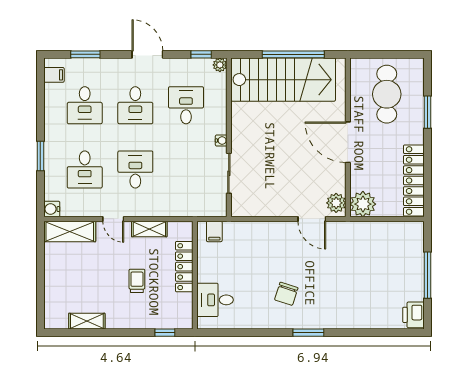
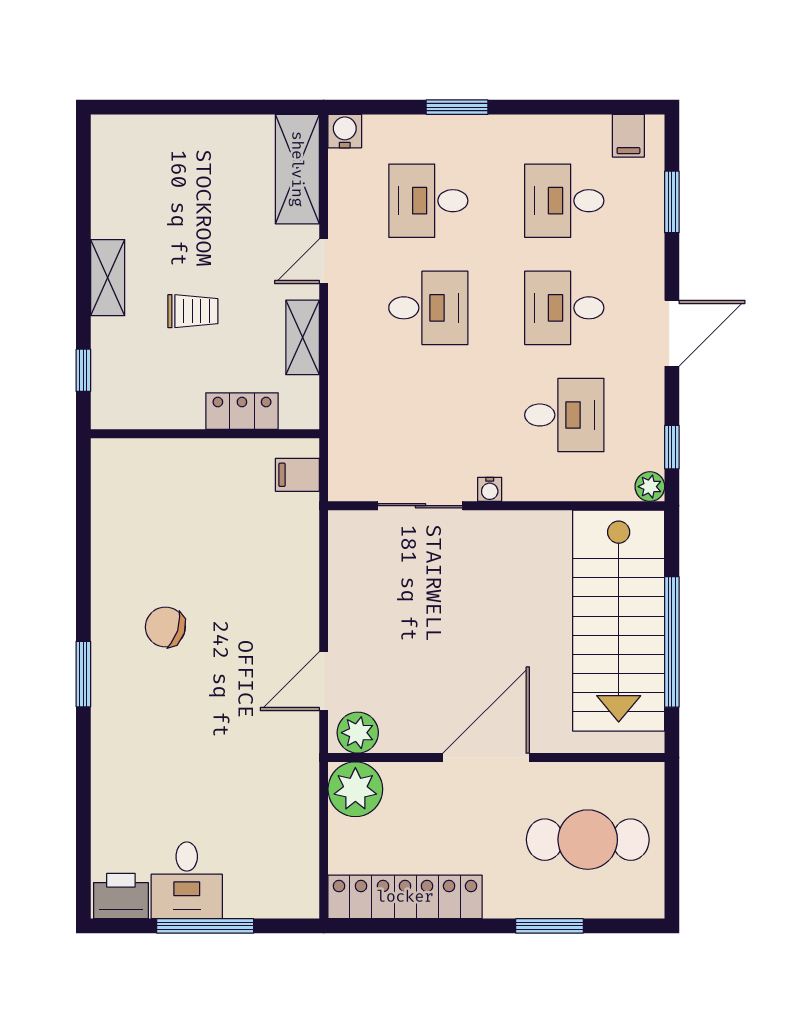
locker: (184, 267) -> (242, 411), width x0.66
desk: (215, 300) -> (187, 880), moved, turned 180
shelving: (87, 321) -> (108, 278), moved

